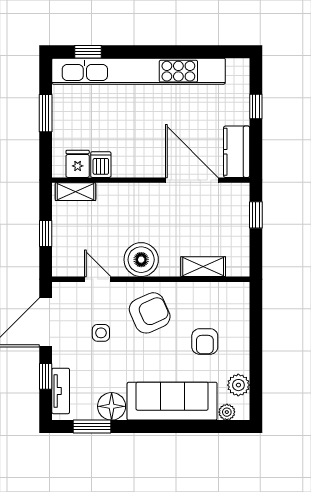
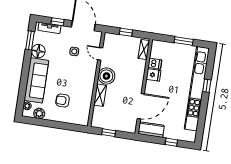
window: (88, 52) -> (207, 86), moved
fridge: (78, 164) -> (154, 75), moved
window: (256, 215) -> (109, 133), moved
shelving: (203, 267) -> (100, 95), moved
door: (98, 279) -> (100, 54), swing flipped
armchair: (150, 313) -> (80, 76), removed

